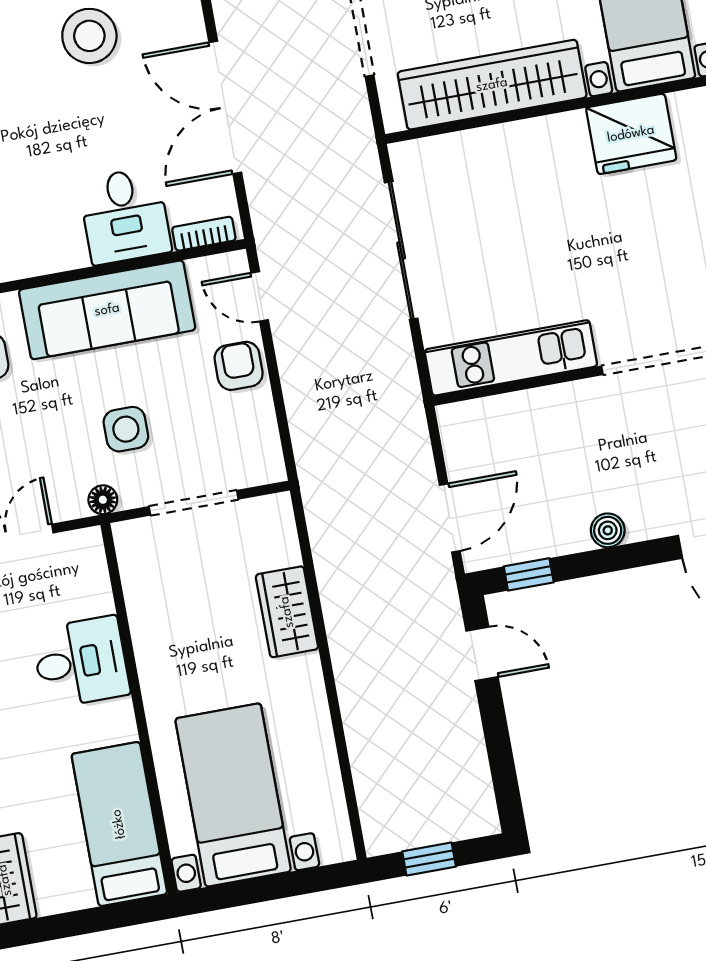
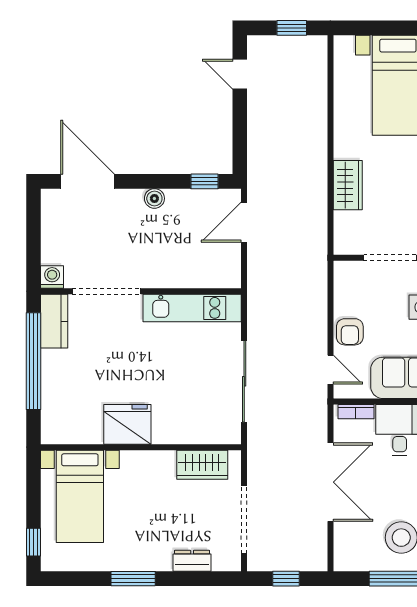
wardrobe: (492, 85) -> (202, 465), width x0.48, depth x0.85
fridge: (631, 134) -> (127, 424), moved
door: (482, 654) -> (240, 74), moved

